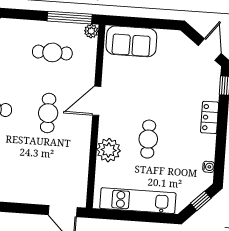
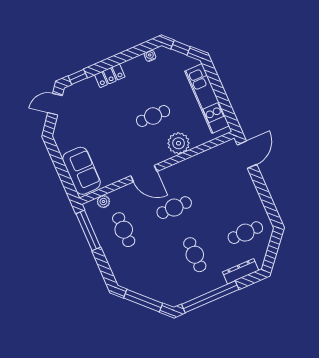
plant: (91, 31) -> (103, 202), moved

